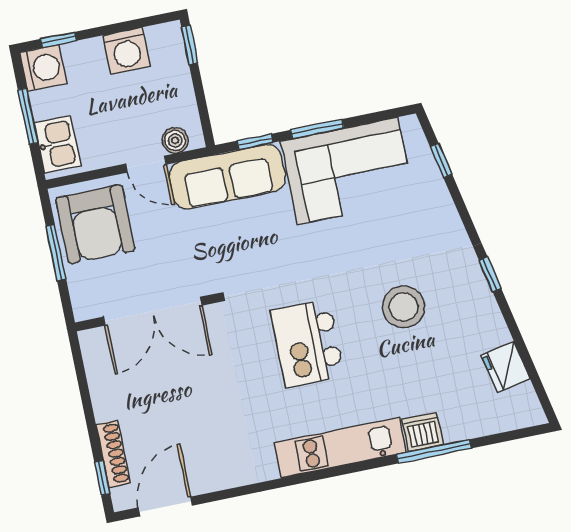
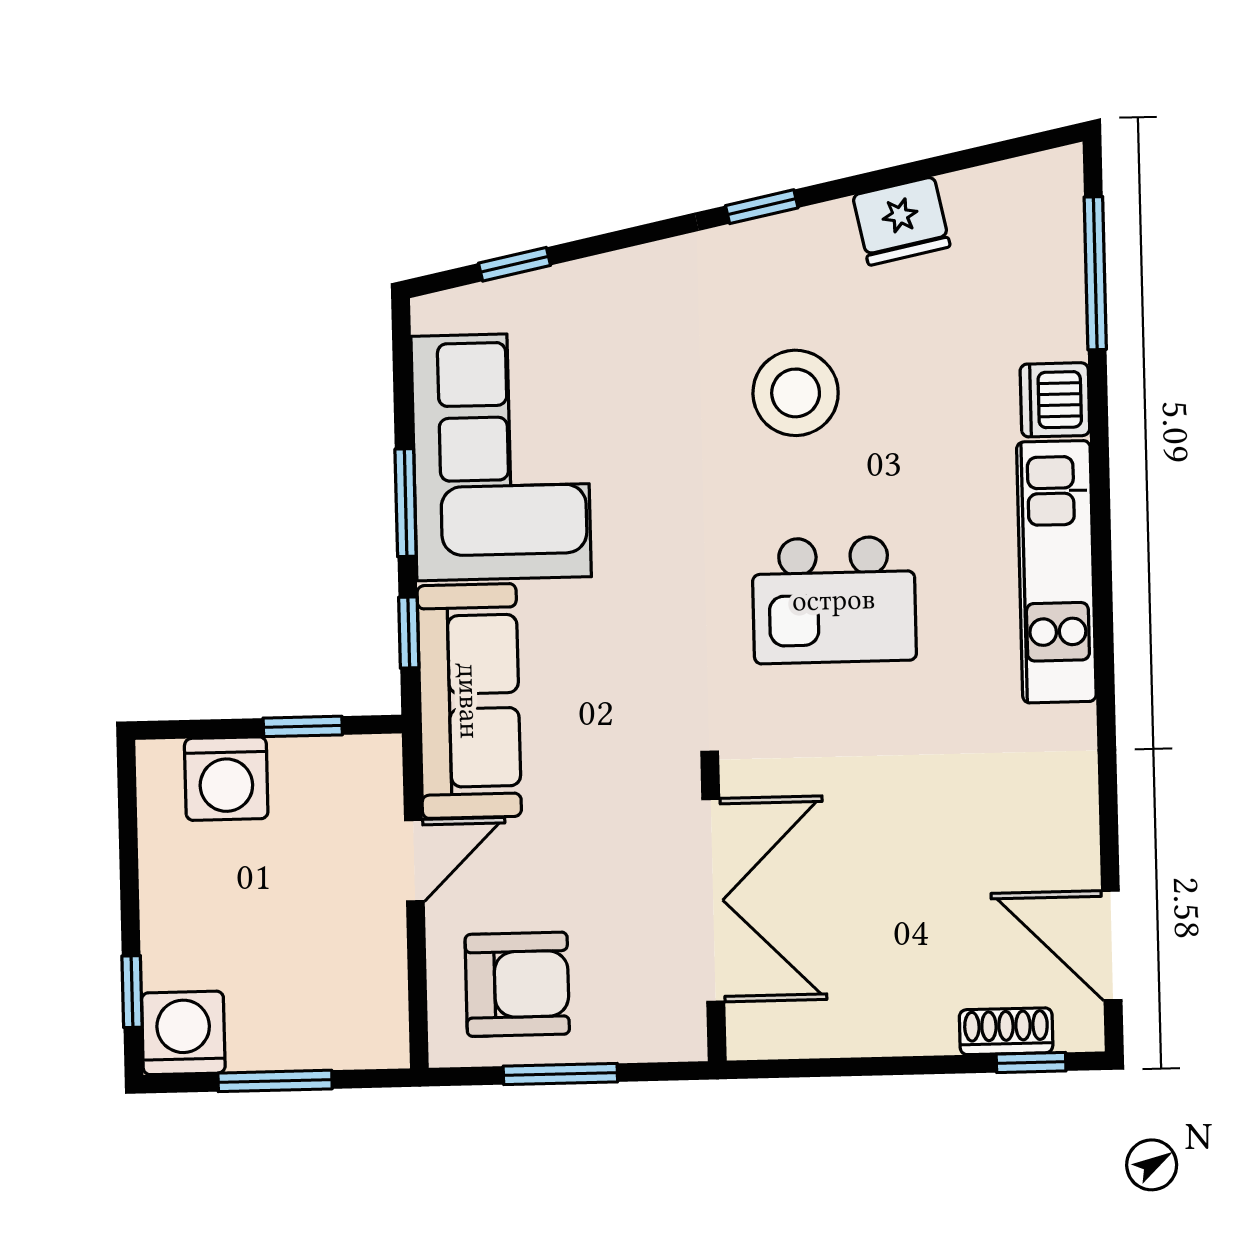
window: (190, 45) -> (303, 726), moved
washing machine: (127, 51) -> (226, 779), moved, turned 90
boiler: (175, 140) -> (377, 793), removed
kitchen sink: (57, 144) -> (342, 1032), removed
armchair: (95, 224) -> (517, 984), width x0.73, depth x0.73
fridge: (506, 367) -> (901, 221), moved
window: (434, 451) -> (1095, 273), moved
shoe rack: (113, 454) -> (1006, 1031), width x0.70

